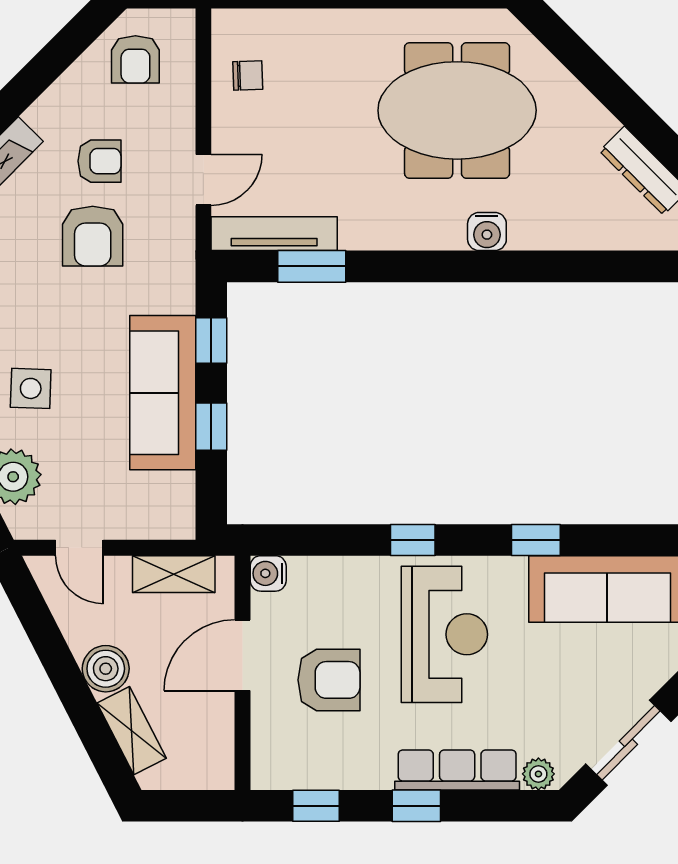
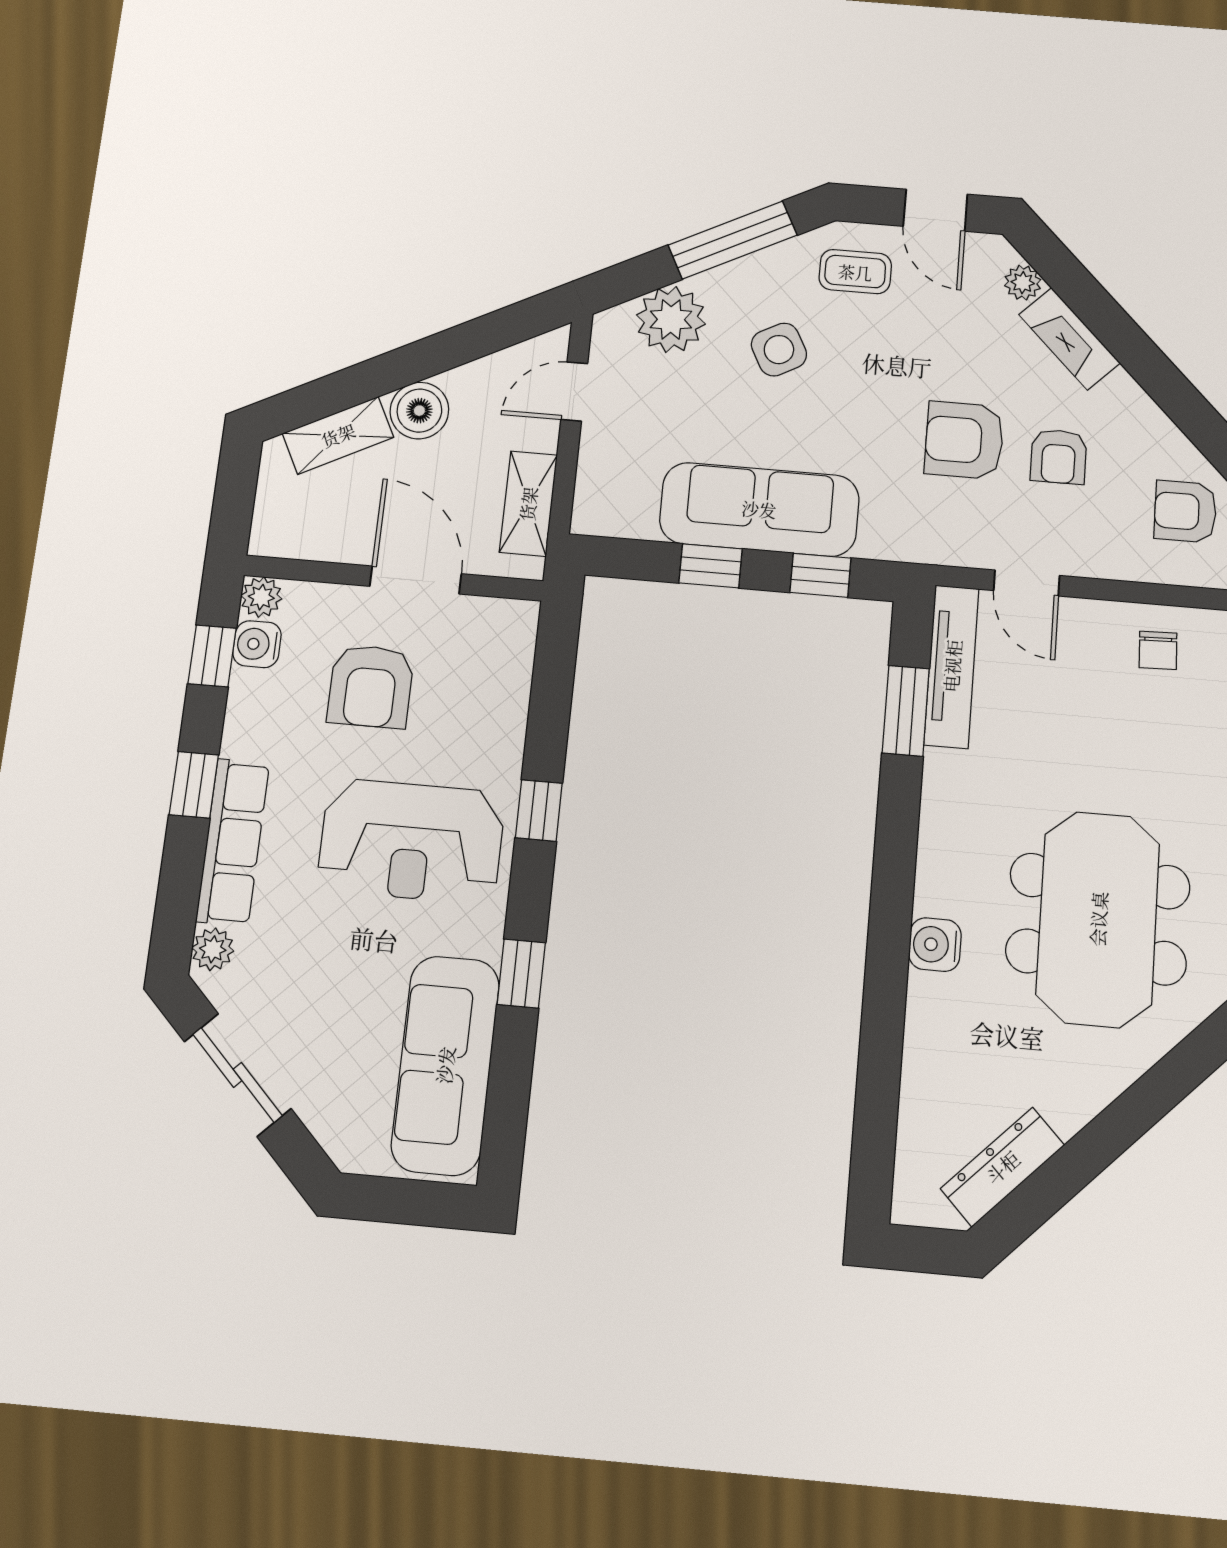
side table: (31, 388) -> (779, 350), turned -30
water cooler: (268, 573) -> (257, 644), moved, turned -90
plant: (267, 774) -> (261, 597), added

